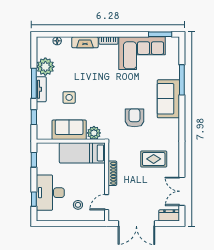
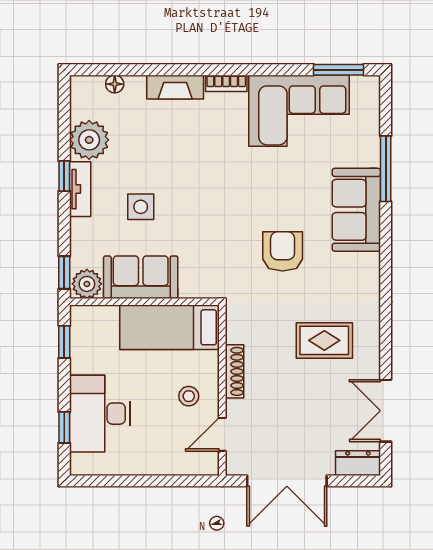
window: (34, 83) -> (64, 176), width x0.46
window: (34, 117) -> (64, 272), moved
plant: (94, 133) -> (87, 284), moved
stool: (78, 205) -> (189, 396), moved

